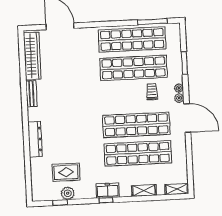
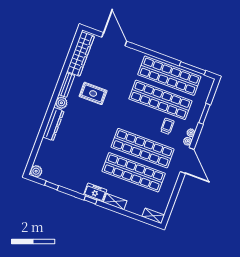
plant: (34, 114) -> (61, 103), added
rug: (66, 172) -> (93, 93), moved
shelving: (144, 191) -> (115, 202), moved
plant: (68, 193) -> (36, 171), moved

